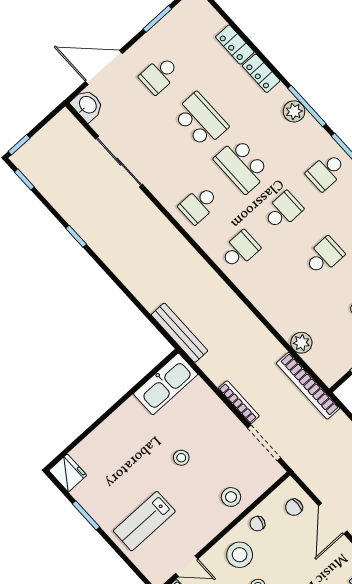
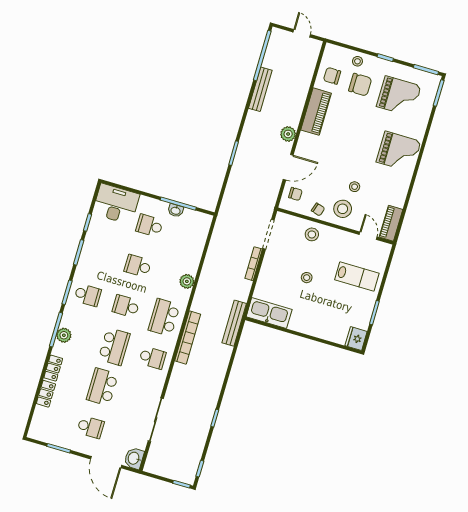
school desk: (240, 250) -> (164, 317), width x1.85
plant: (301, 343) -> (187, 281), moved
bookcase: (308, 386) -> (188, 338), moved

